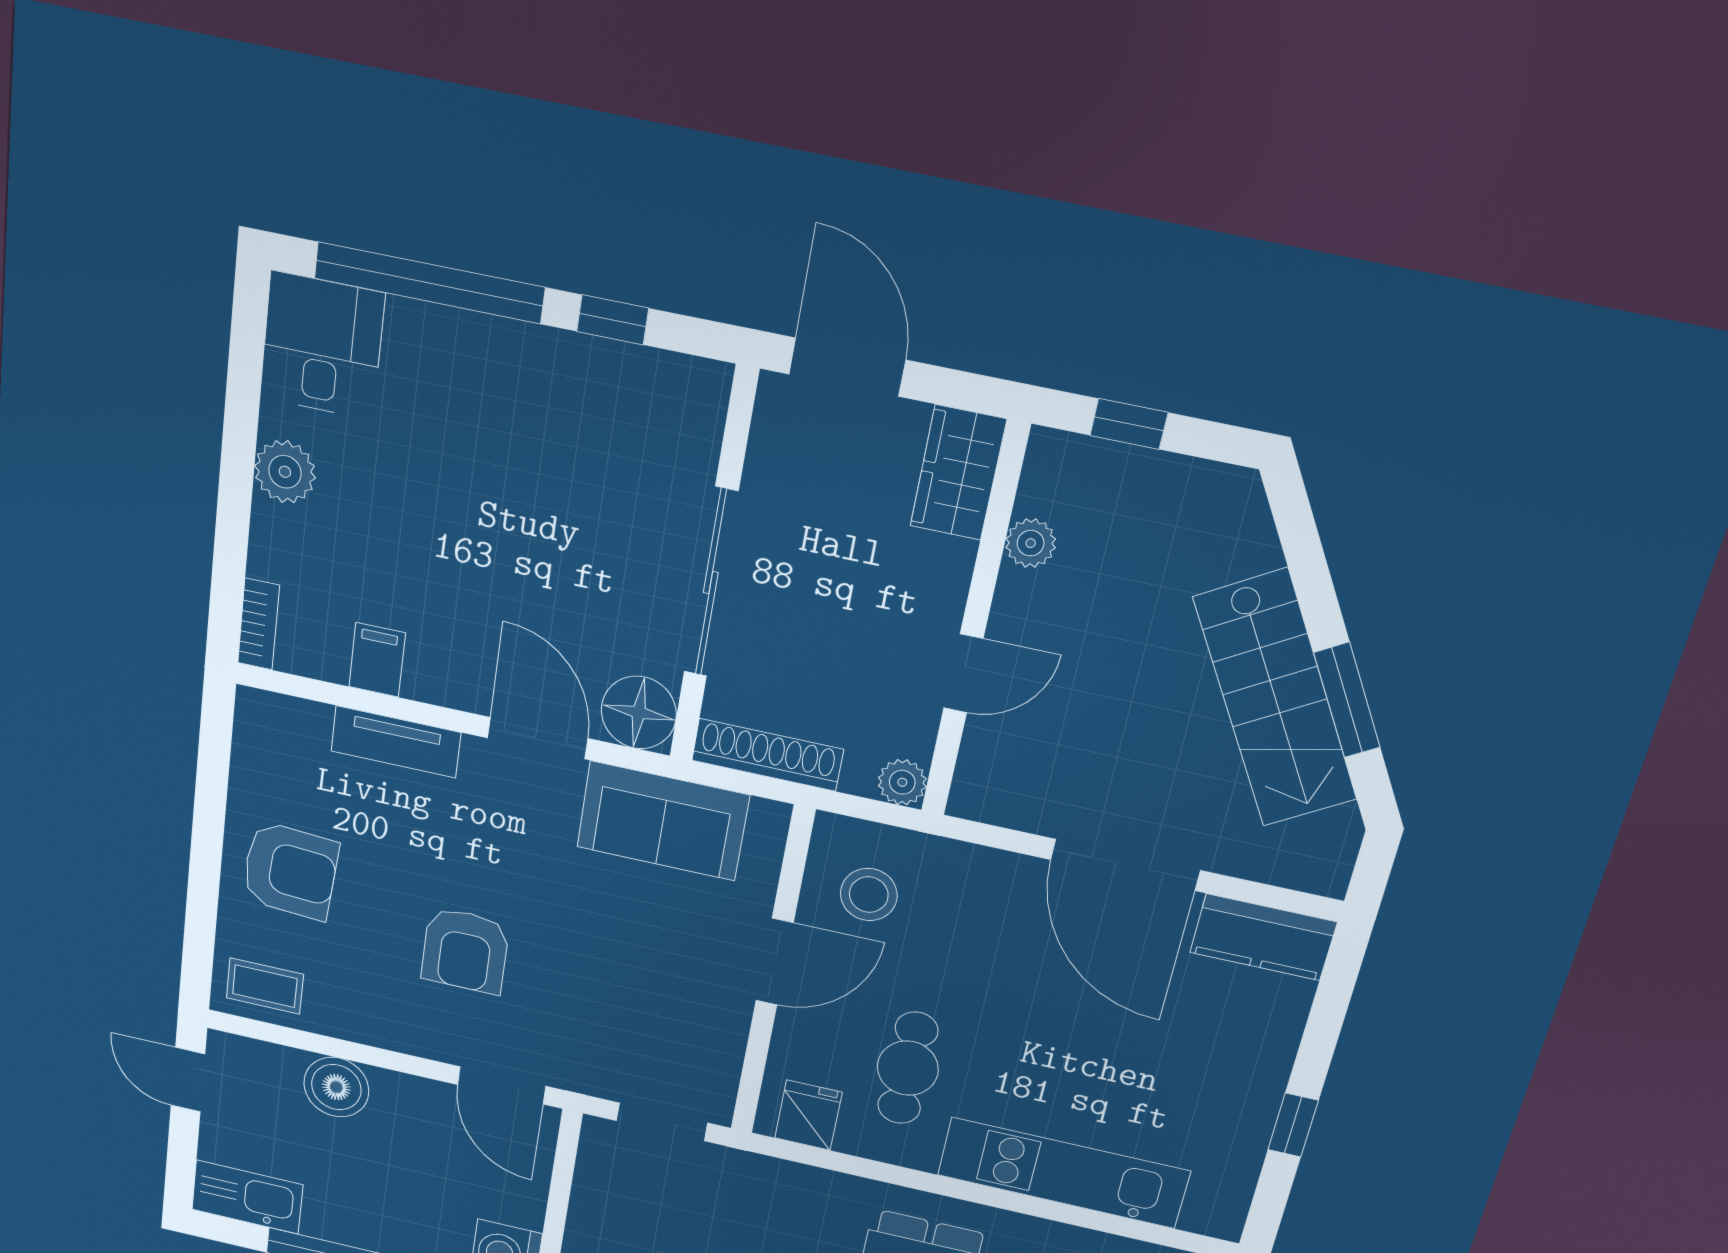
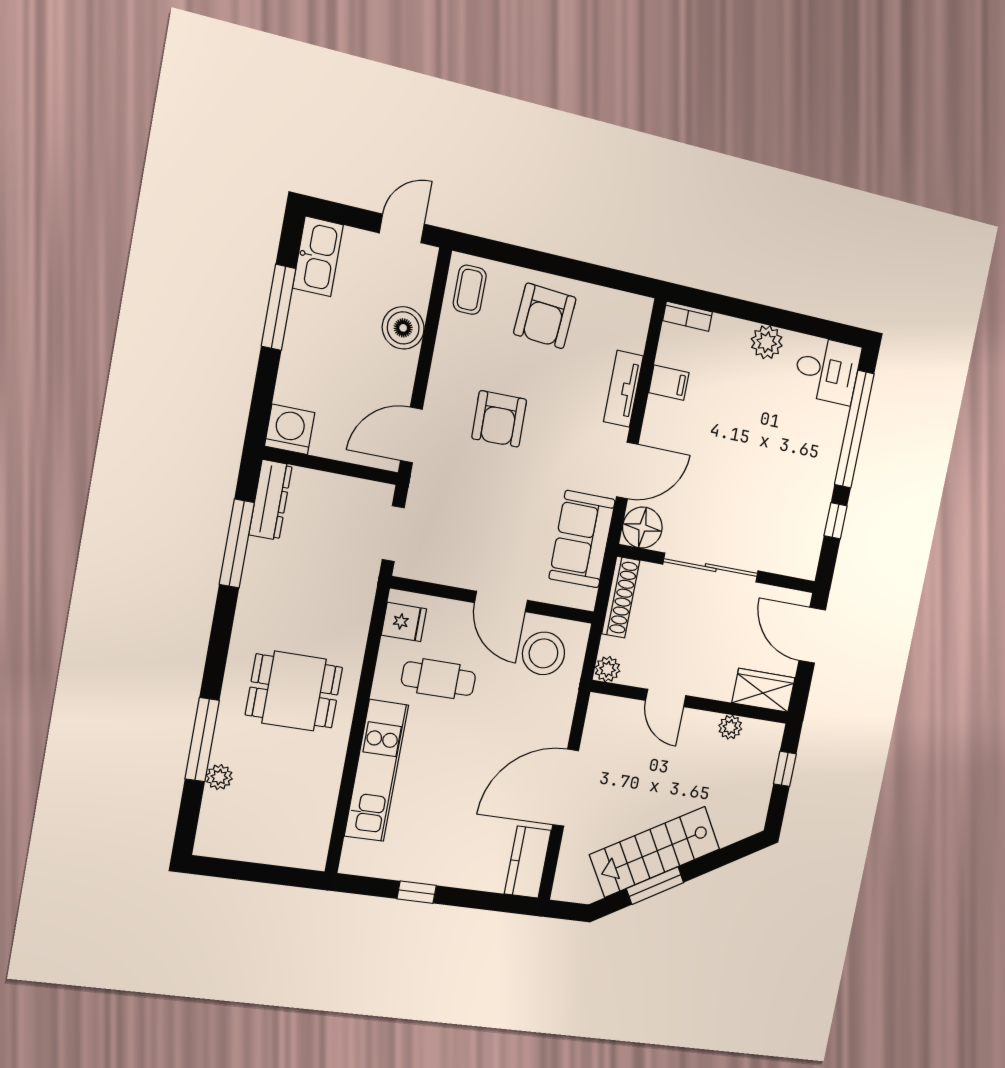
door: (847, 367) -> (812, 635), swing flipped
stool: (869, 895) -> (543, 653), width x1.38, depth x1.38
armchair: (465, 951) -> (499, 419), turned -91

